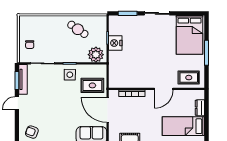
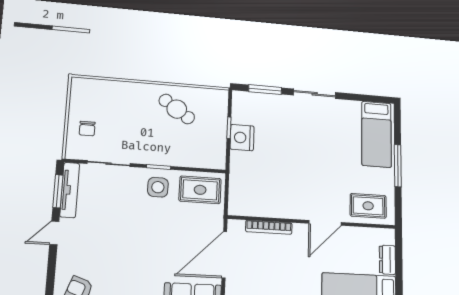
bed: (189, 35) -> (377, 134), width x0.67
plant: (96, 55) -> (207, 155), removed
rug: (92, 85) -> (200, 190), moved
door: (108, 110) -> (224, 255), hinge flipped

